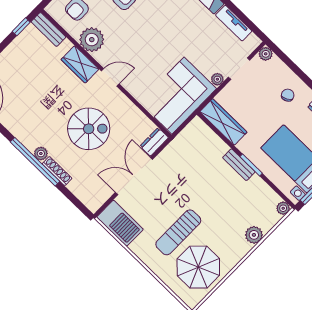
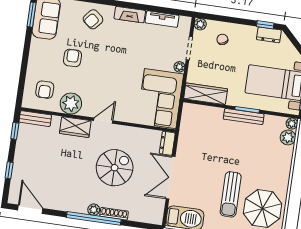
chair: (288, 95) -> (222, 39), moved
bench: (239, 165) -> (244, 117), width x1.36
plant: (254, 235) -> (288, 137), moved

